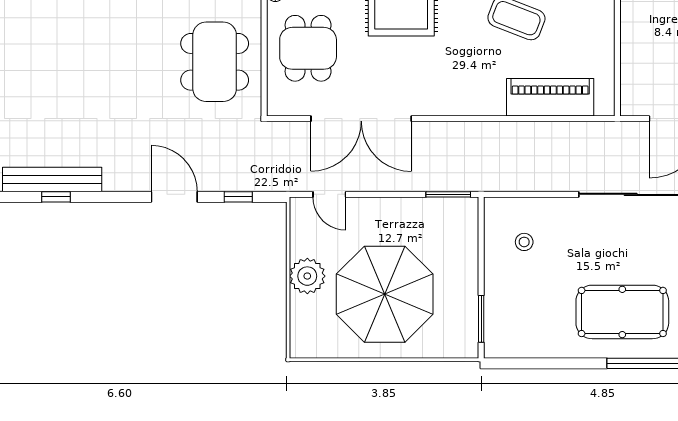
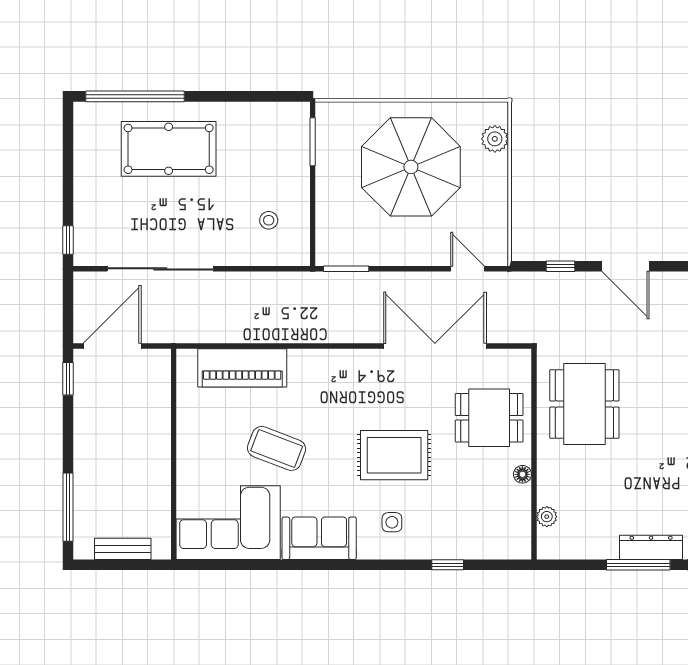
dining table: (308, 48) -> (489, 418), turned 90
plant: (307, 276) -> (495, 139), moved, width x0.73, depth x0.73

